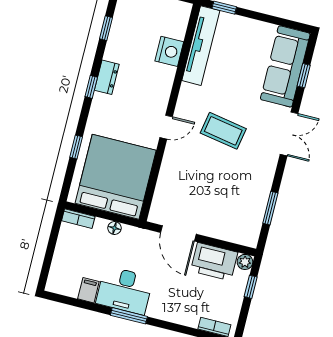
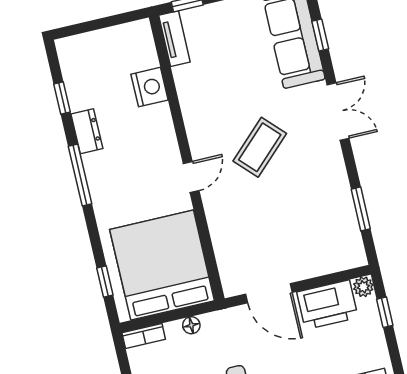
tv unit: (201, 46) -> (174, 39), width x0.52, depth x0.78
dresser: (107, 77) -> (87, 131), moved
window: (91, 87) -> (80, 175), width x2.17
coffee table: (223, 131) -> (260, 147), turned -54
window: (76, 147) -> (105, 281), moved

